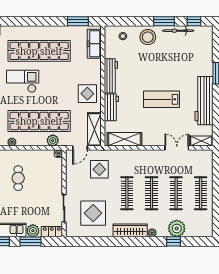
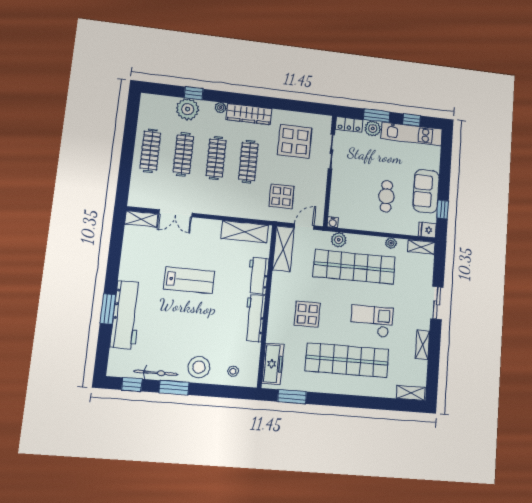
checkout: (23, 81) -> (372, 321), turned 180
display table: (87, 94) -> (307, 314), moved
workbench: (204, 101) -> (126, 315), moved

